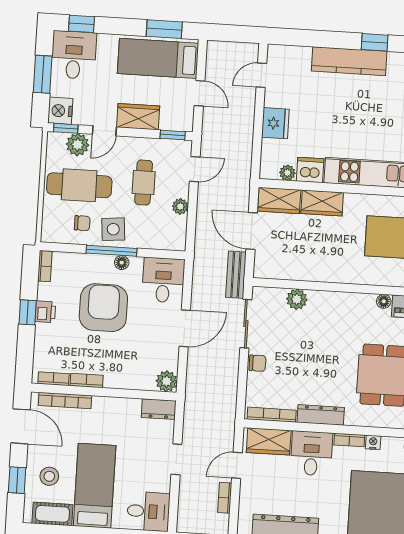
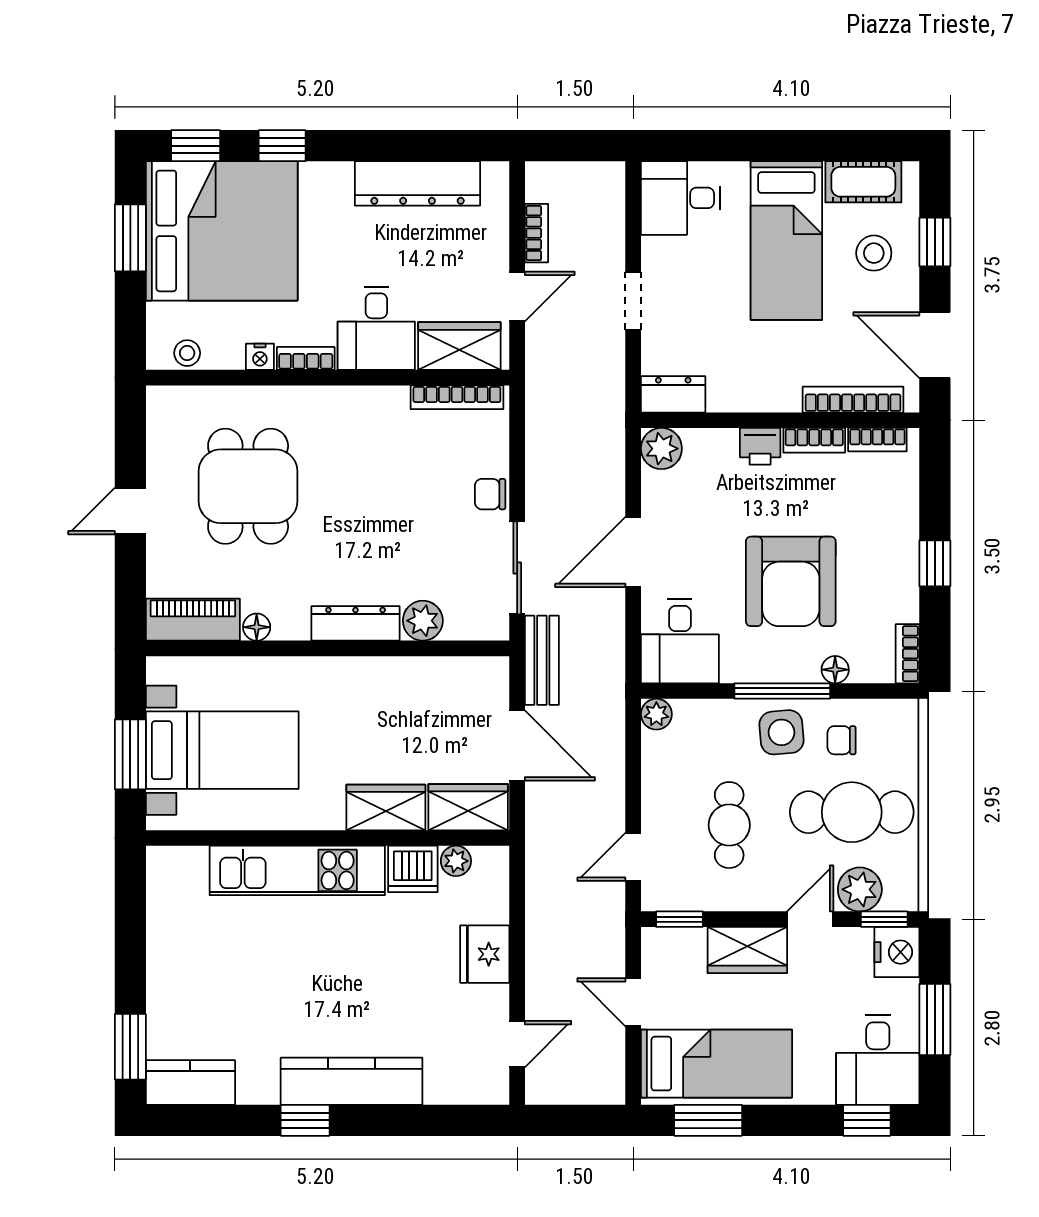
plant: (180, 207) -> (656, 714), moved
floor lamp: (122, 263) -> (835, 670), moved
printer: (45, 312) -> (760, 446), moved, turned -90
dresser: (321, 415) -> (356, 623), moved, turned 180

